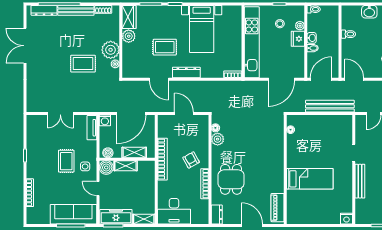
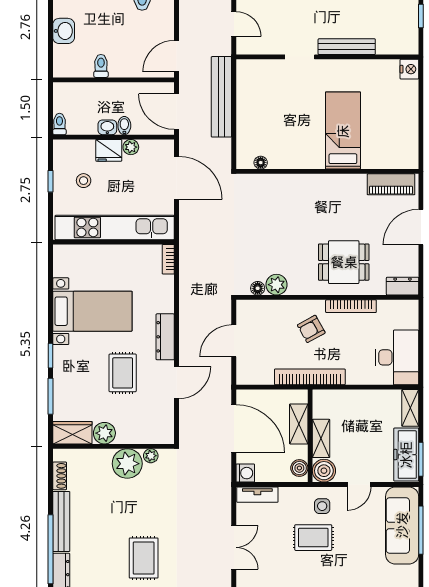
plant: (300, 26) -> (131, 147), moved
rug: (83, 64) -> (144, 558), moved

